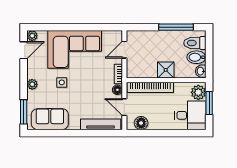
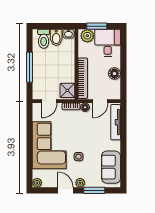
window: (176, 27) -> (30, 67), moved
door: (24, 50) -> (66, 190), moved
door: (124, 50) -> (49, 101), hinge flipped
shower: (166, 70) -> (67, 90), moved
window: (24, 112) -> (94, 190), moved
floor lamp: (141, 123) -> (114, 74), moved

